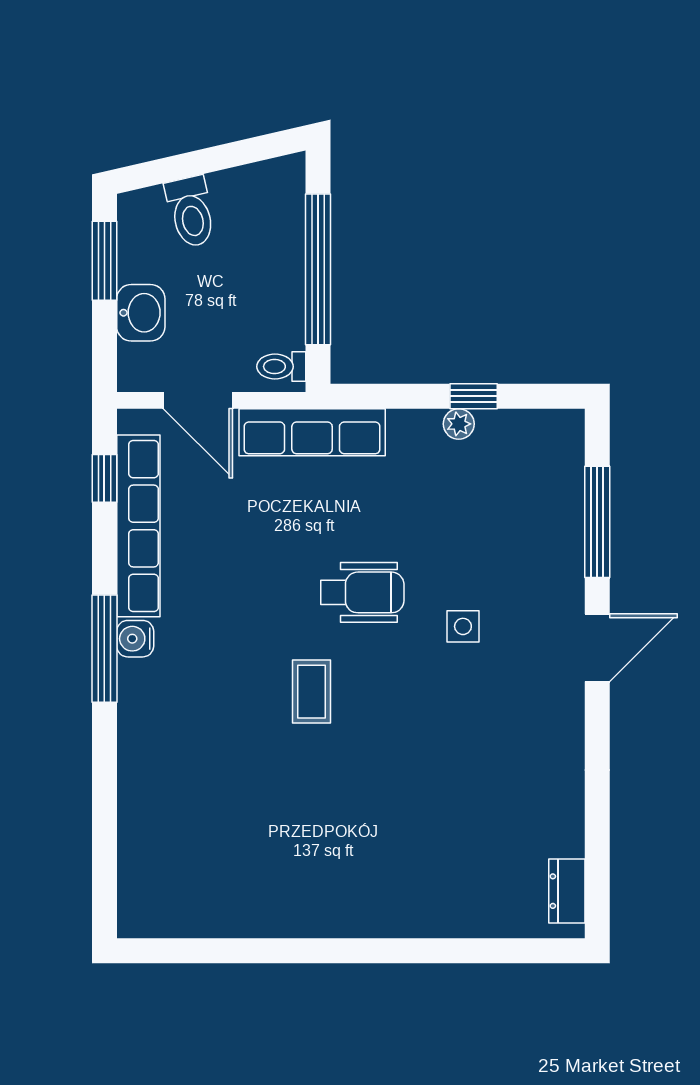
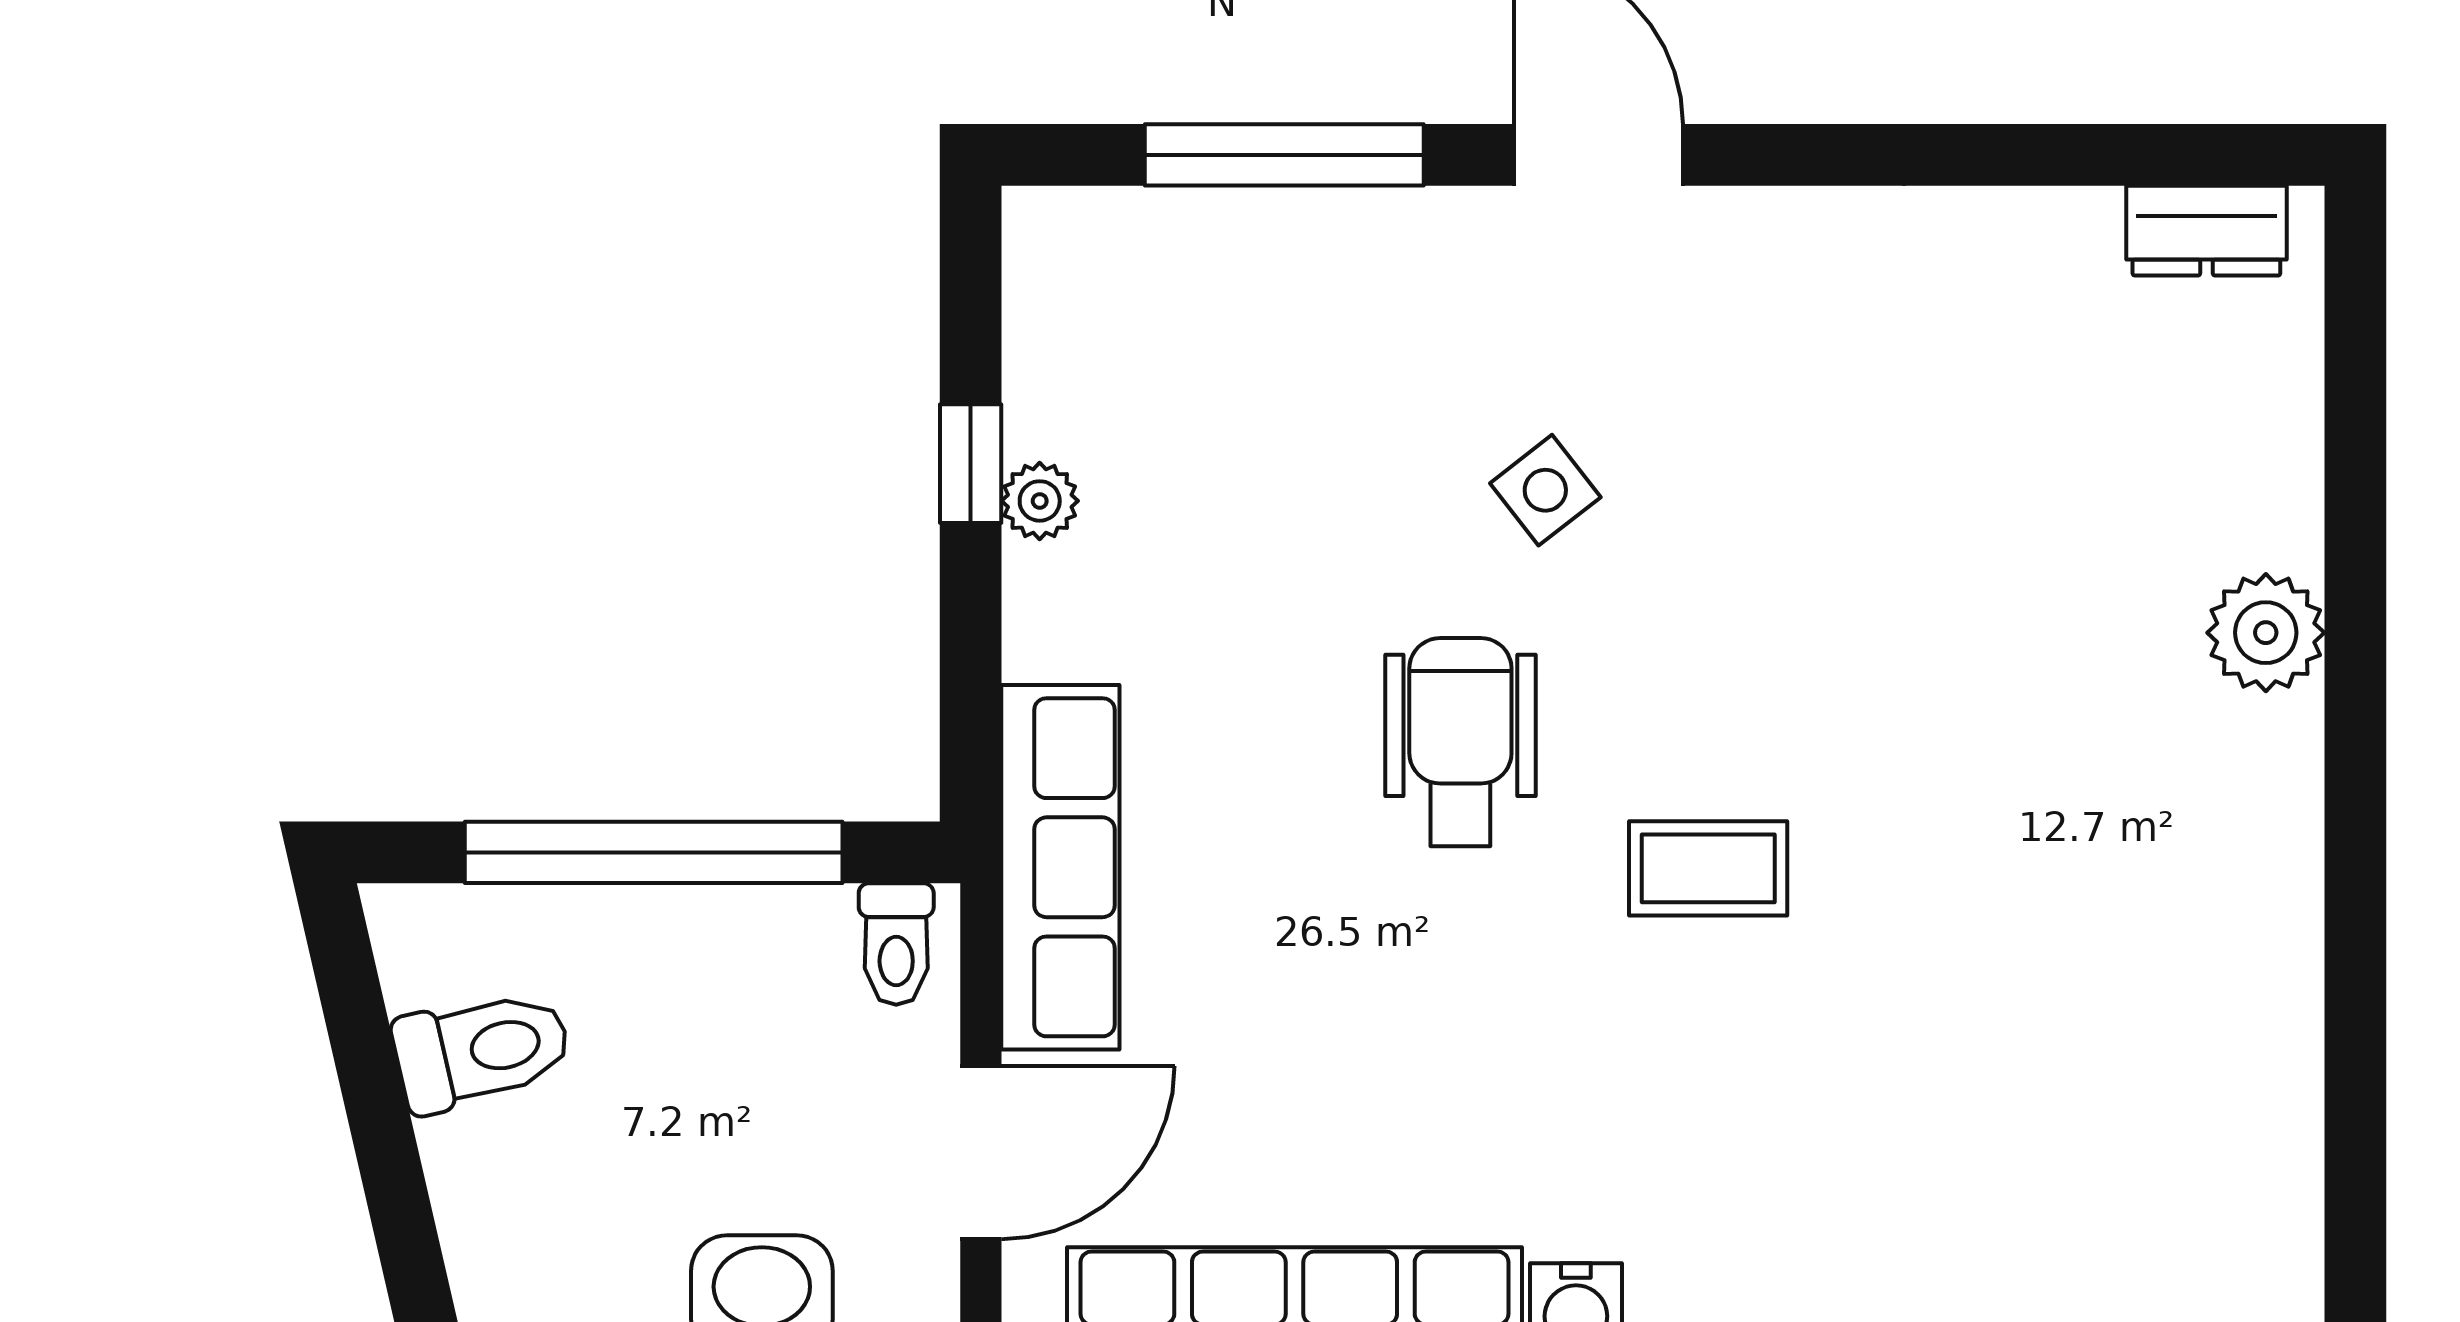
toilet: (191, 212) -> (482, 1050), moved
side table: (463, 626) -> (1545, 490), turned -38
plant: (406, 915) -> (2266, 633), added

